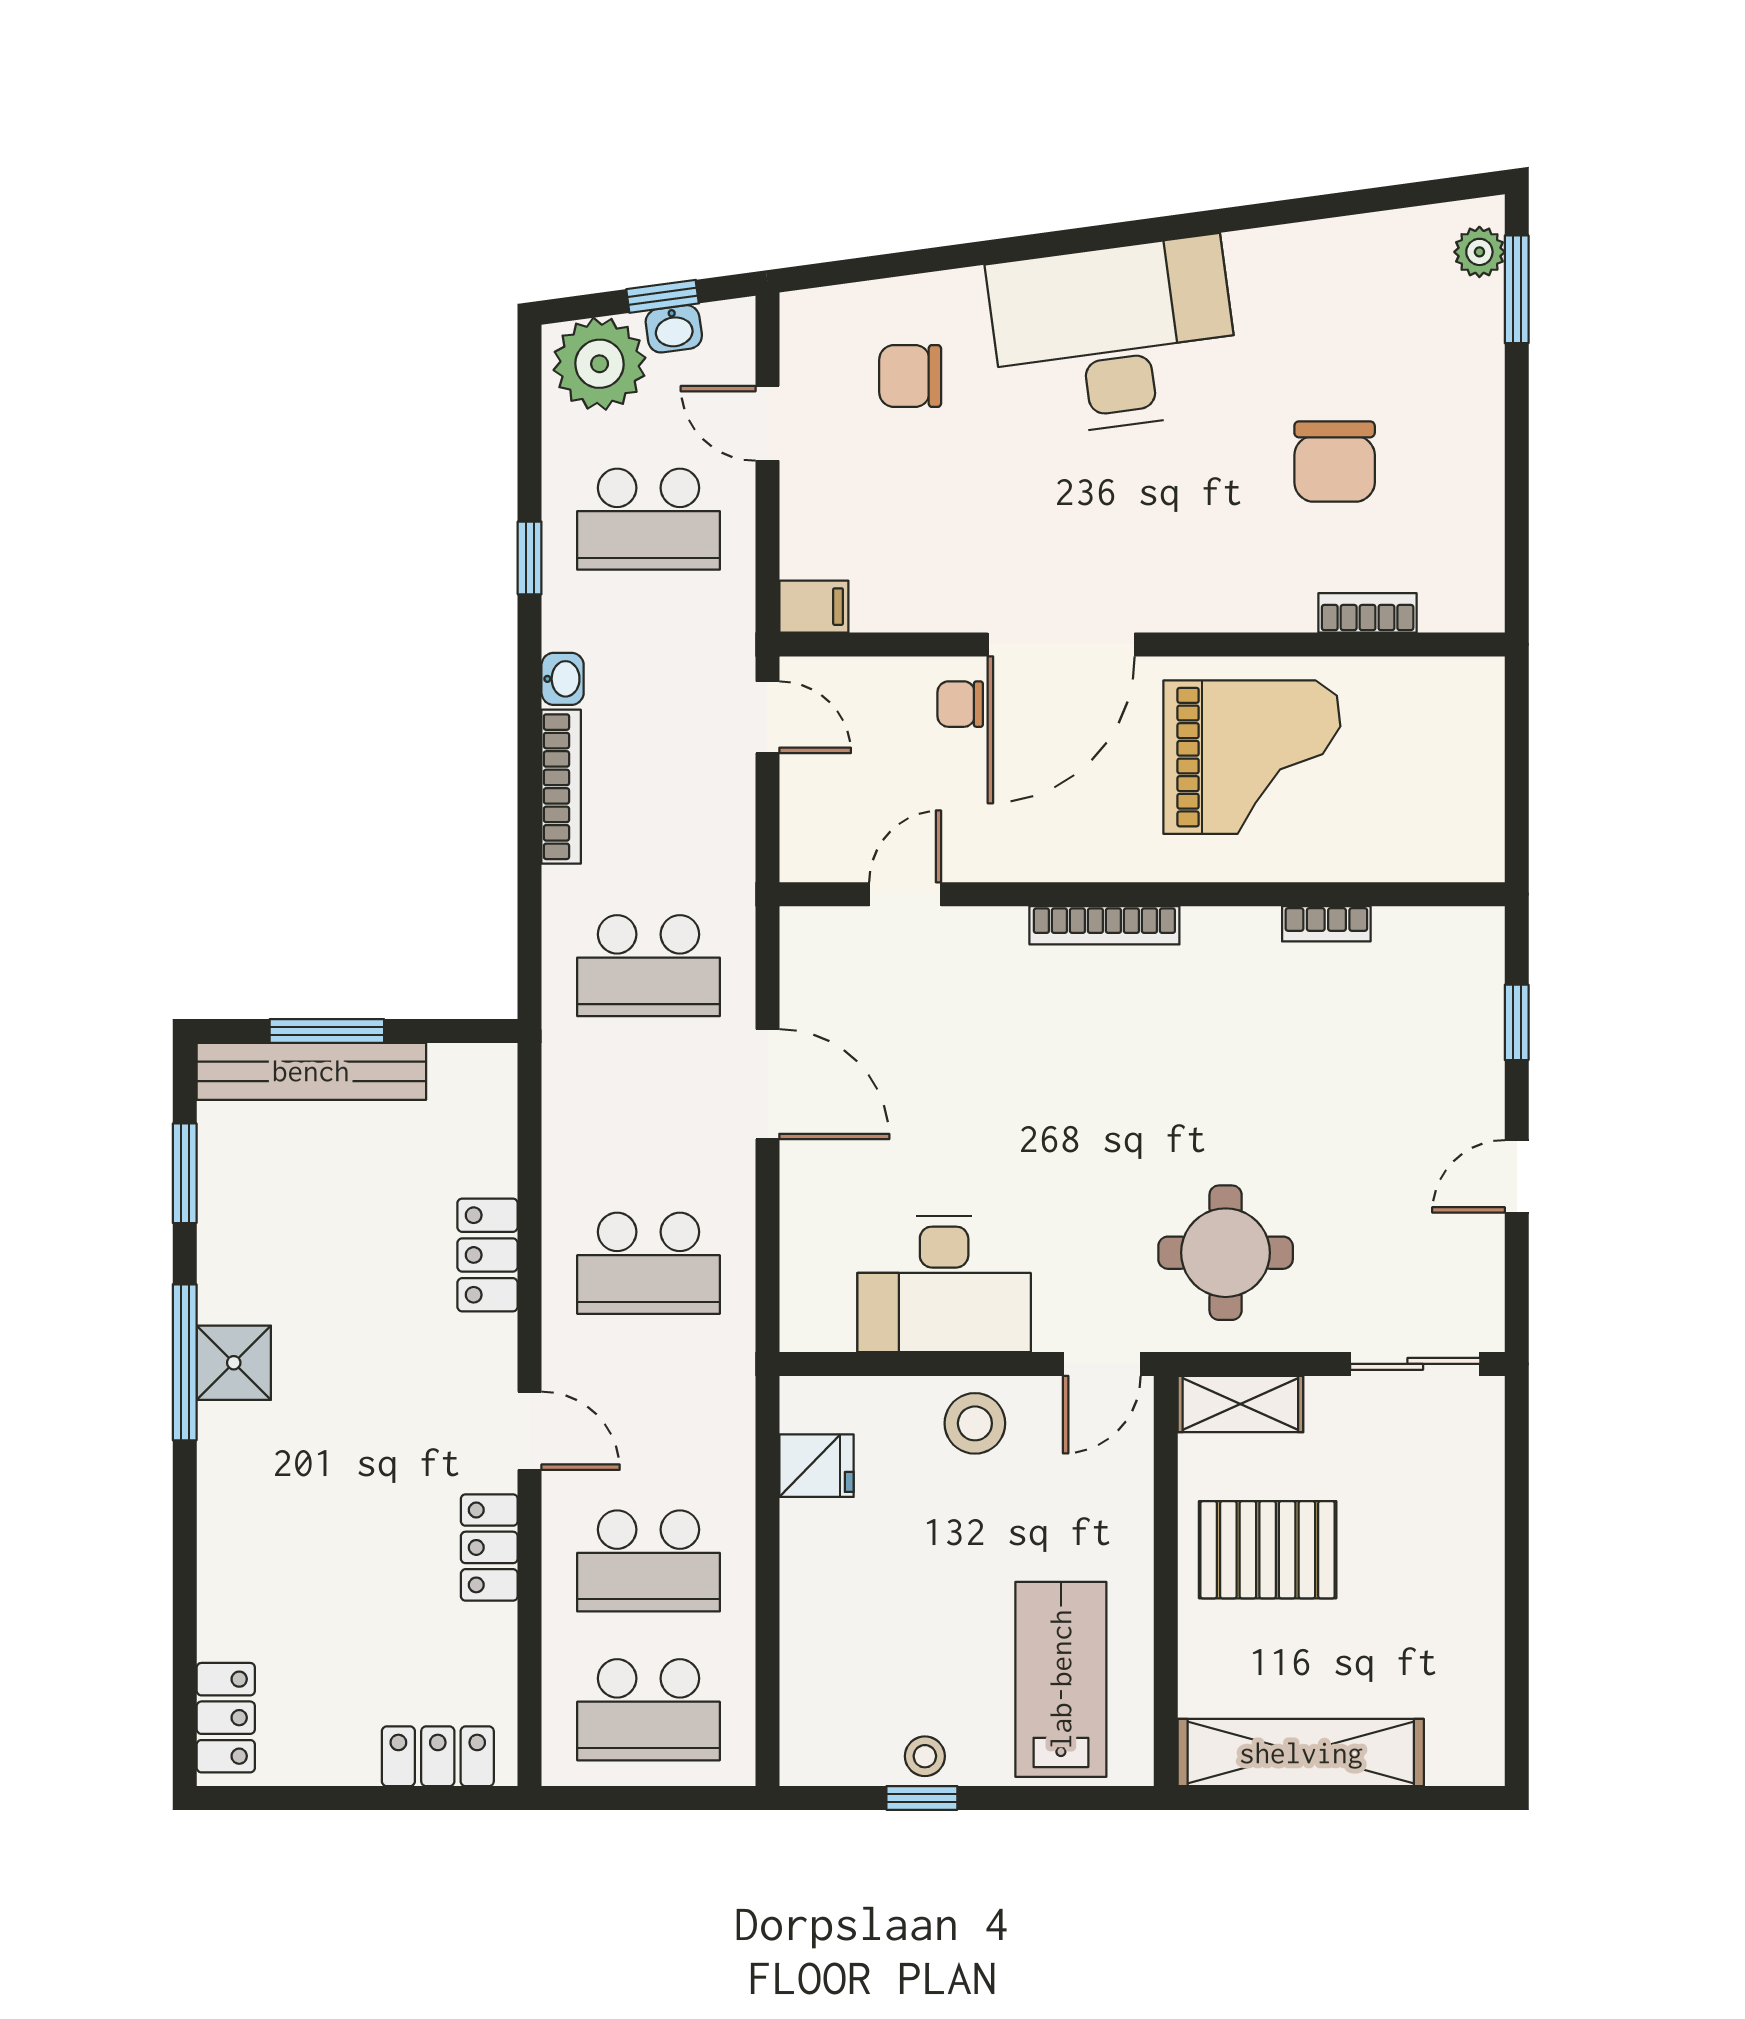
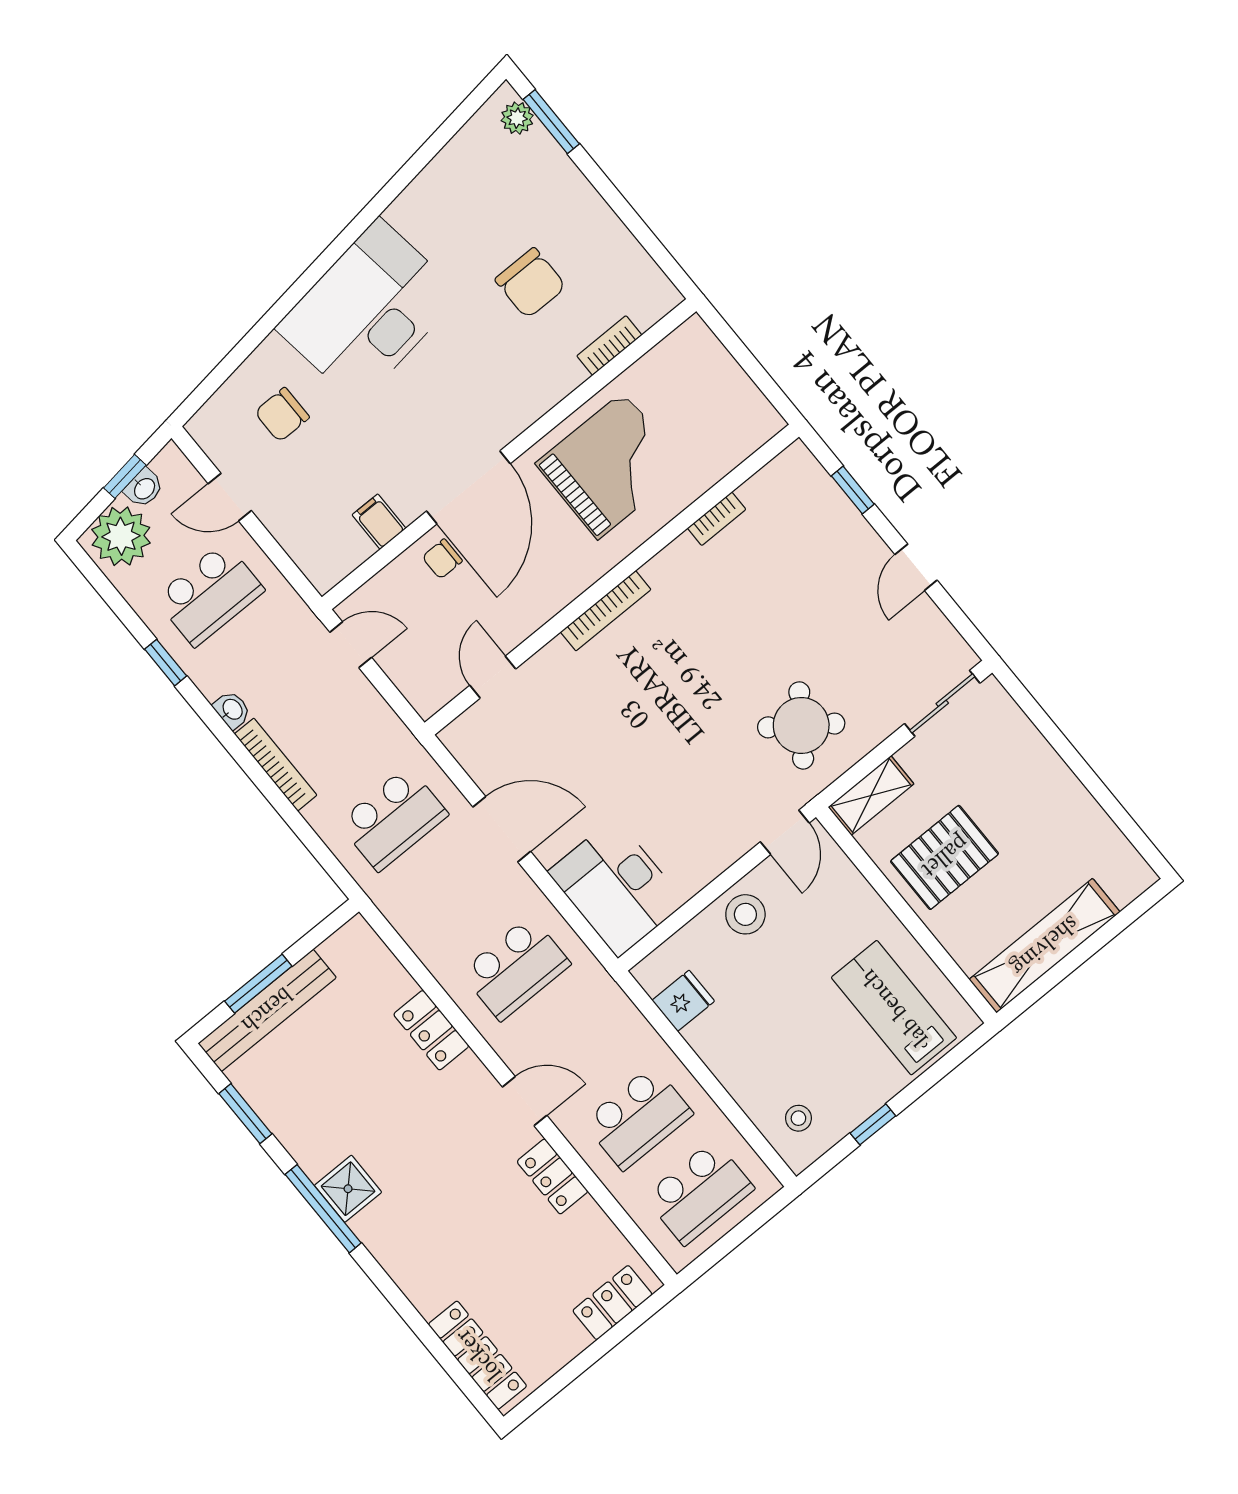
filing cabinet: (814, 607) -> (379, 522), moved, turned -90
round table: (1226, 1253) -> (801, 725), turned 36
desk: (944, 1284) -> (616, 887), moved, turned 90
locker: (226, 1718) -> (478, 1355), width x1.53
stool: (925, 1756) -> (798, 1118), moved

